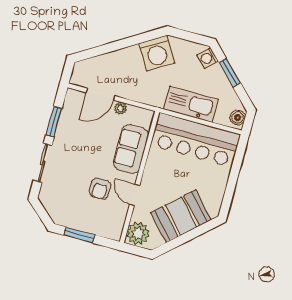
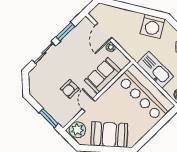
door: (101, 94) -> (104, 32), hinge flipped
window: (79, 235) -> (49, 118), moved

